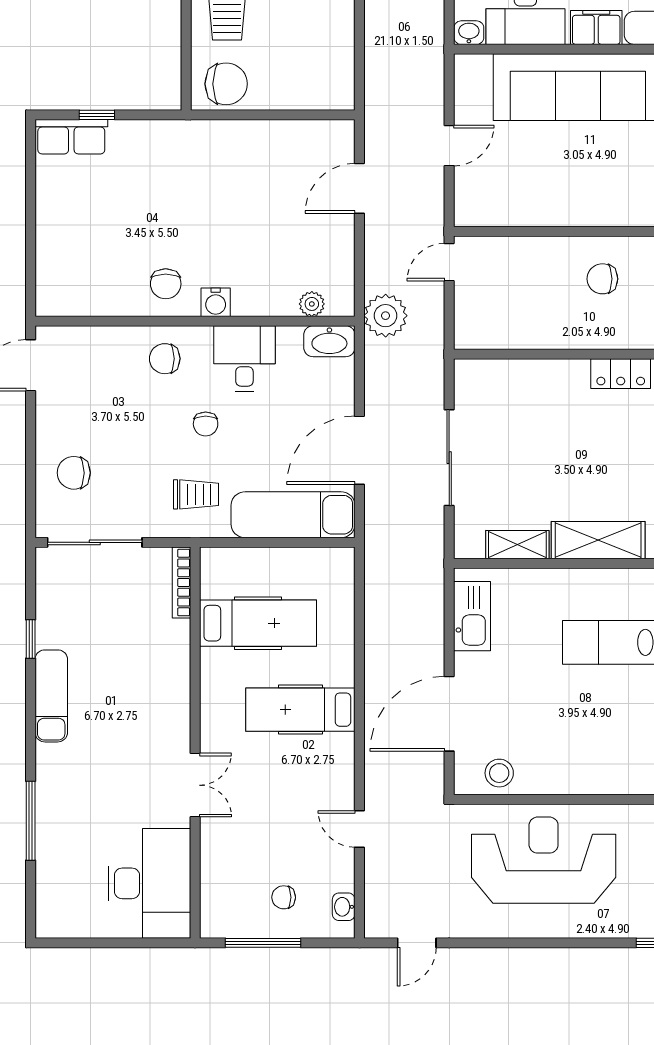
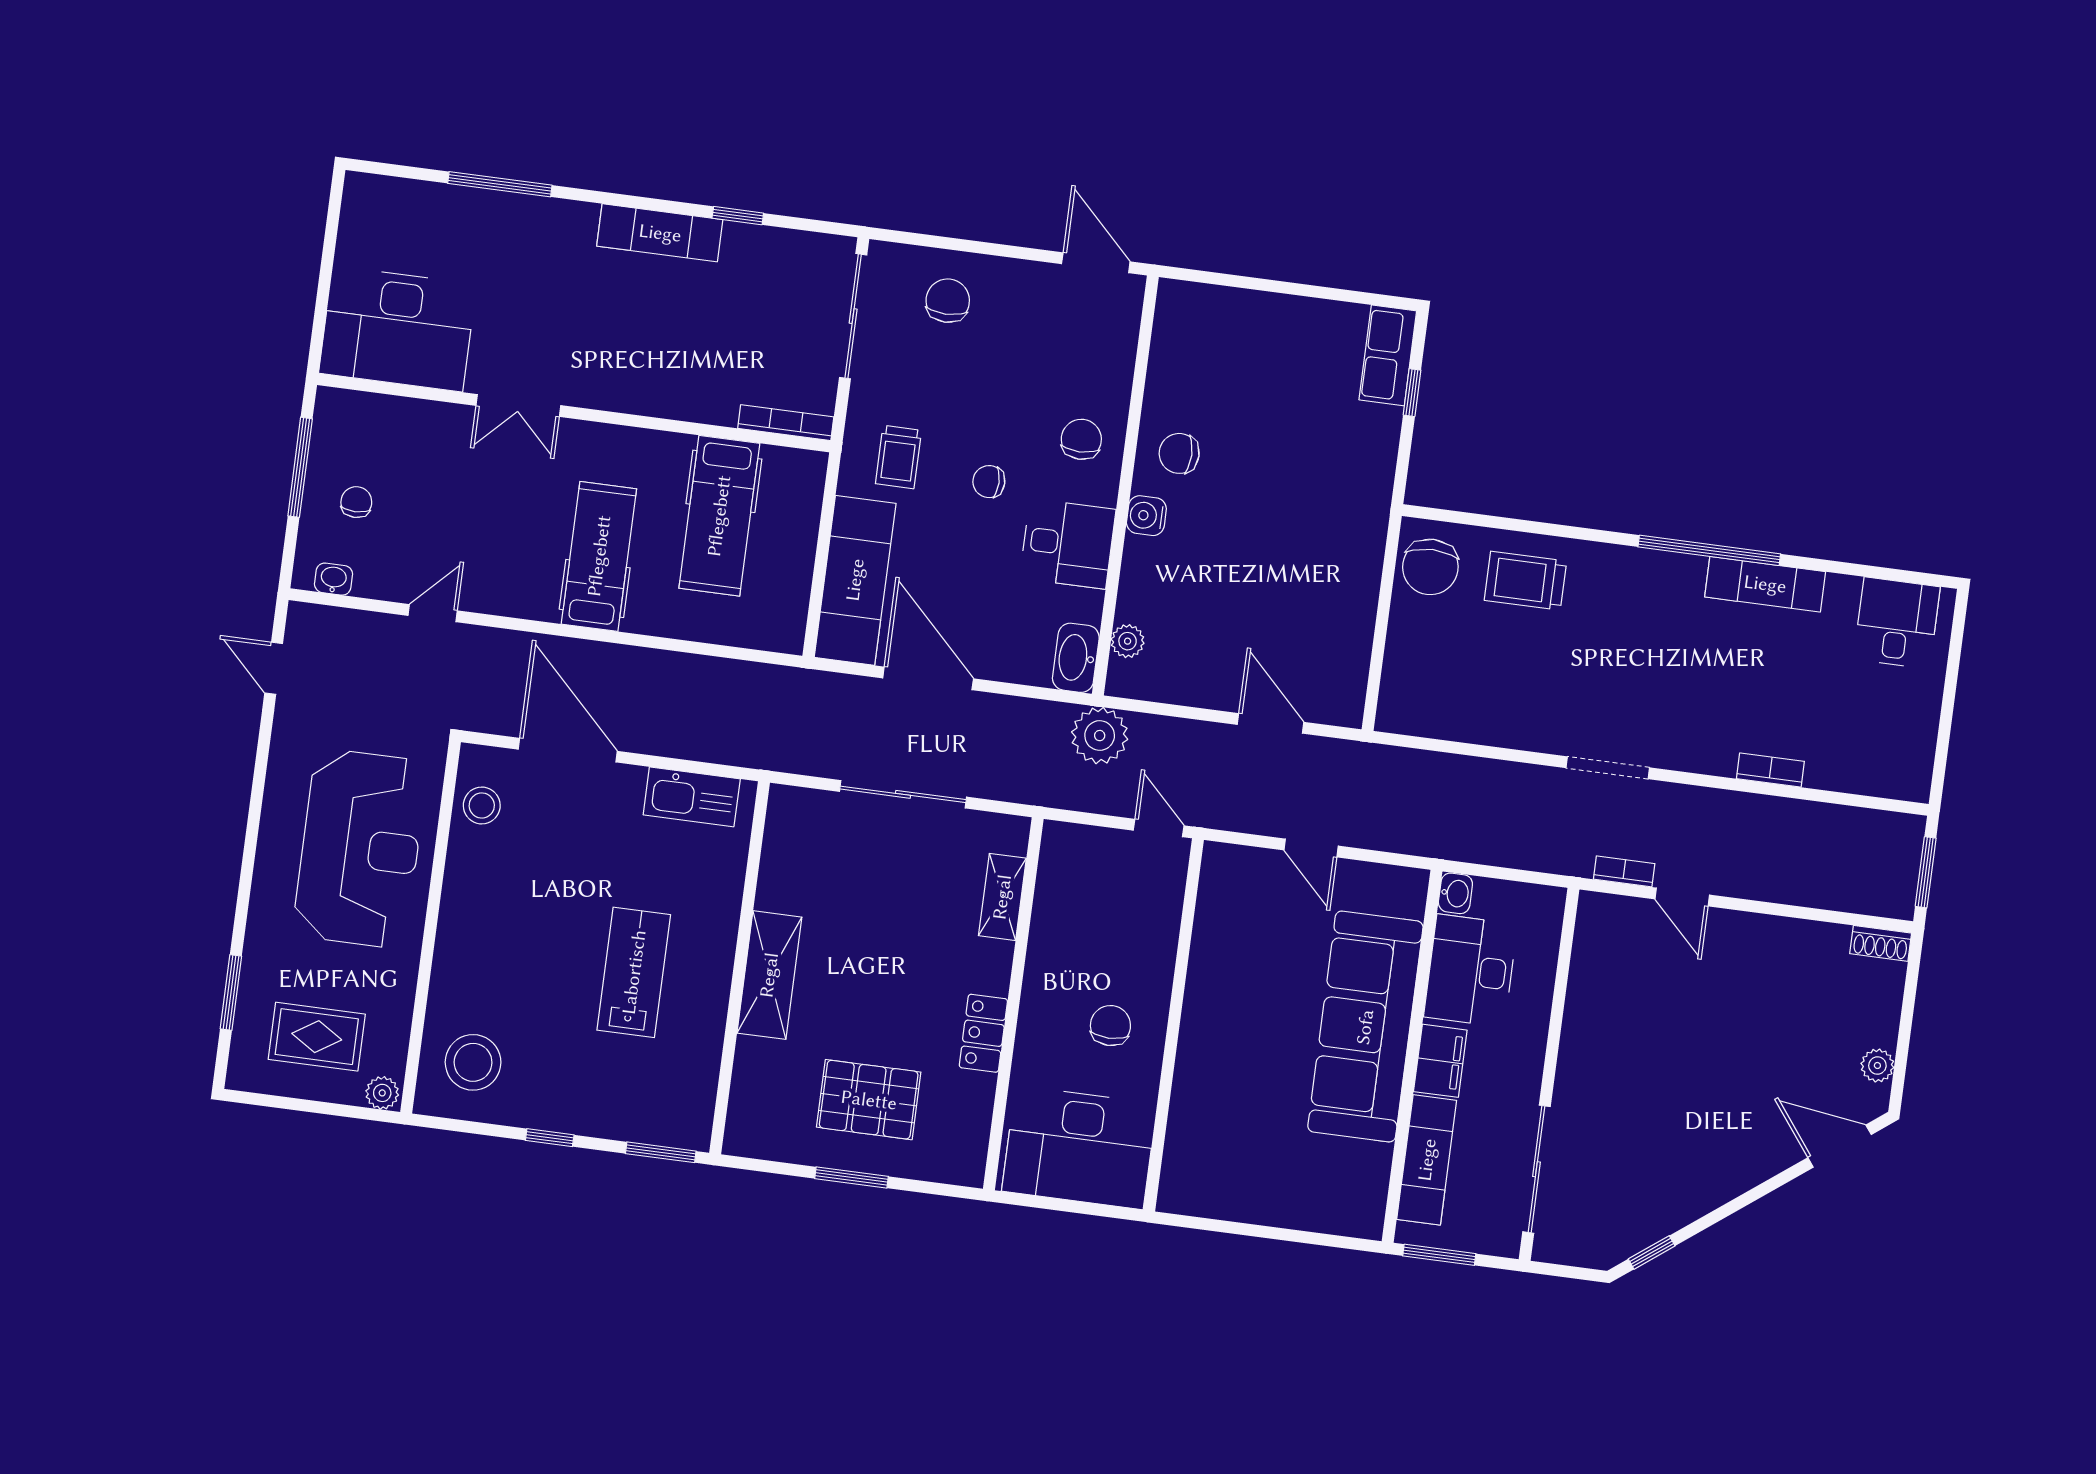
shelving: (517, 545) -> (1002, 897), moved

